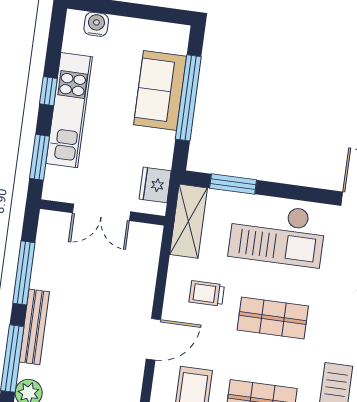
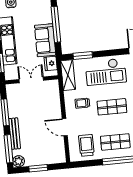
sofa: (160, 90) -> (45, 40), moved
double door: (101, 212) -> (31, 80), swing flipped
door: (153, 339) -> (65, 127), swing flipped

